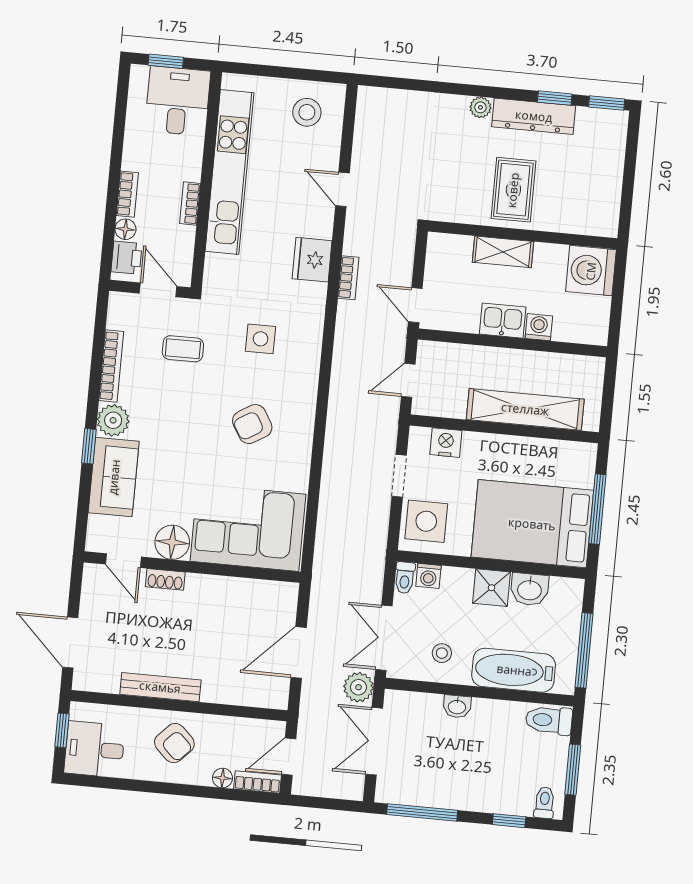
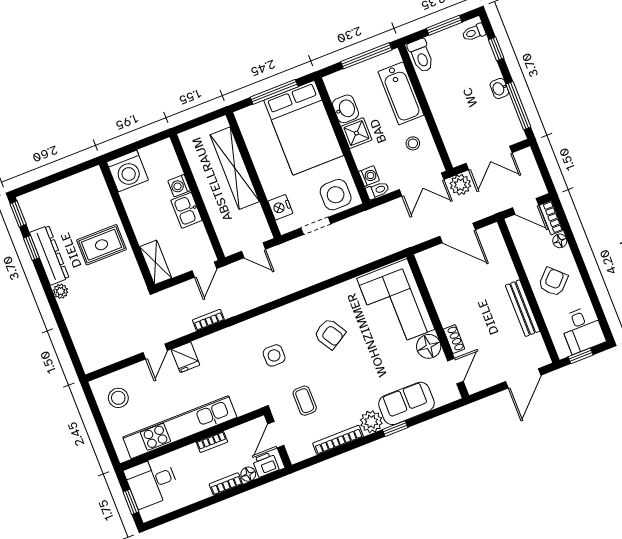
shelving: (503, 252) -> (156, 262), moved
fridge: (312, 260) -> (185, 357), moved, width x0.72
washbasin: (457, 706) -> (499, 88), moved, turned 180

